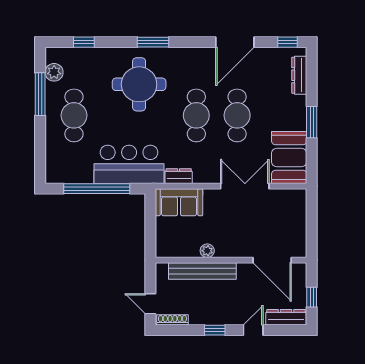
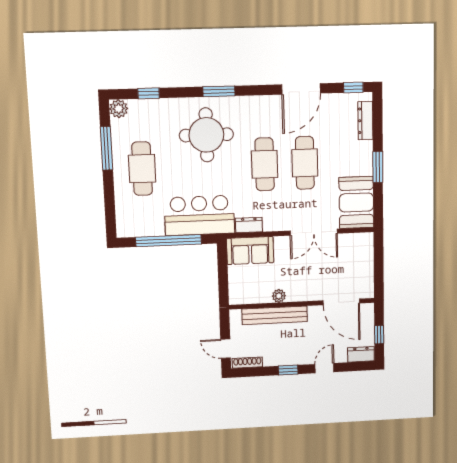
plant: (54, 72) -> (119, 109), moved
double door: (245, 186) -> (314, 232), swing flipped
dresser: (286, 317) -> (361, 354), width x0.70

